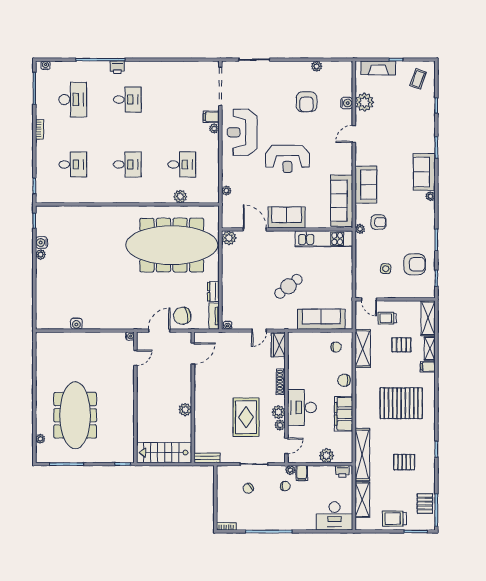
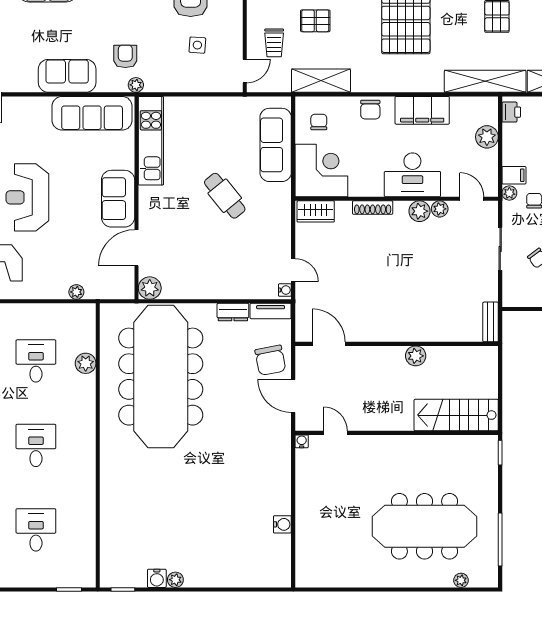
reception desk: (287, 159) -> (27, 197), turned 180
door: (259, 331) -> (293, 270), moved
pallet: (401, 345) -> (315, 21), turned 90
corner desk: (305, 349) -> (321, 171), added
rug: (246, 417) -> (428, 261), removed
stairs: (164, 453) -> (456, 415), moved, turned 90

